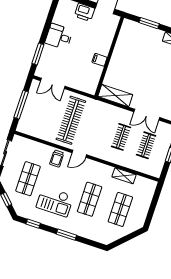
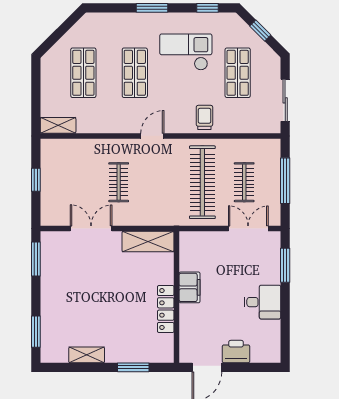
locker: (118, 52) -> (166, 309), added
filing cabinet: (100, 60) -> (190, 287), width x2.00
clothes rail: (146, 145) -> (244, 182), moved
door: (79, 154) -> (152, 136), moved
shelving: (124, 176) -> (58, 125), moved

